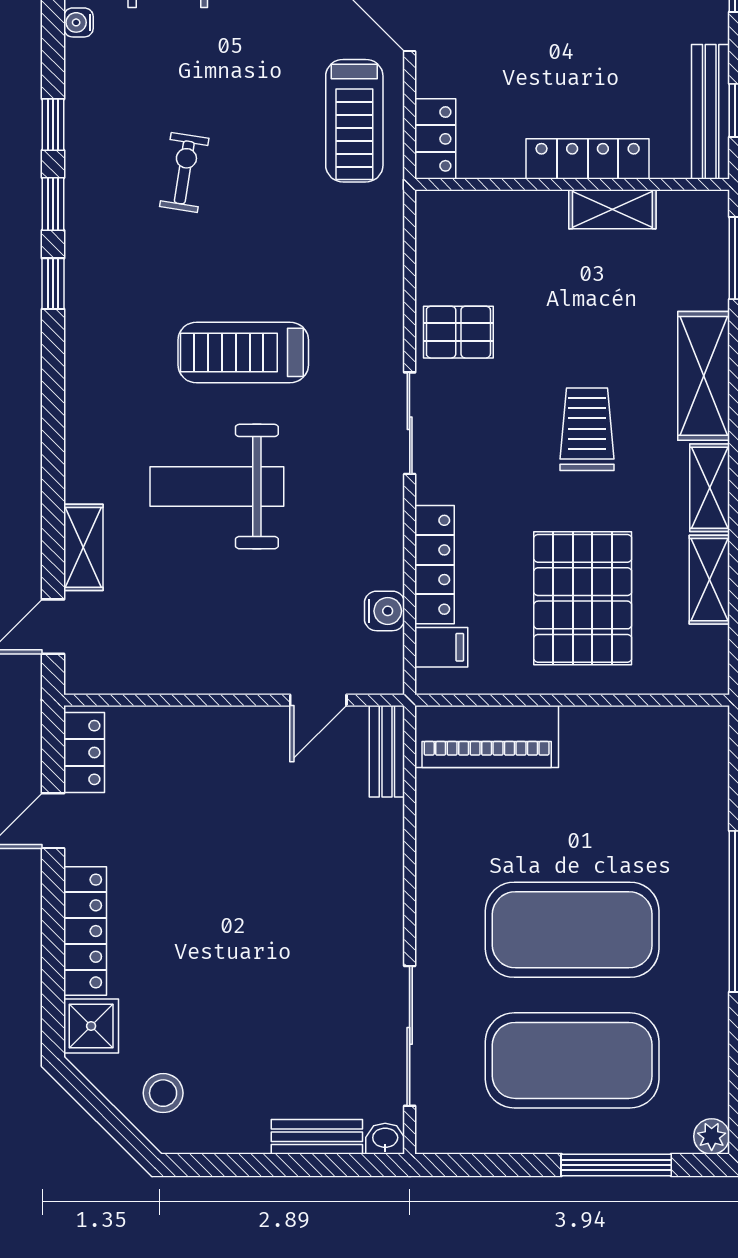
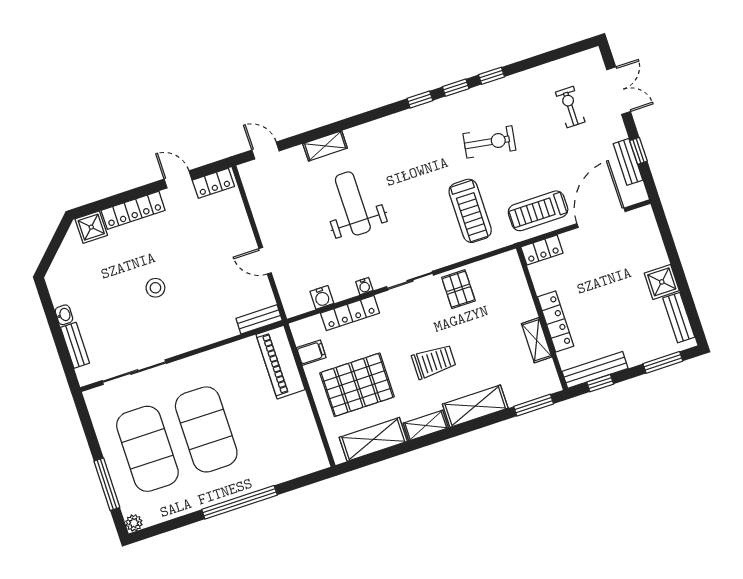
water cooler: (78, 22) -> (364, 286), moved, turned 180
exercise bike: (184, 172) -> (489, 142), width x1.38, depth x1.39
treadmill: (243, 352) -> (470, 211), moved, turned 180
shelving: (83, 547) -> (325, 146), moved
shelving: (709, 580) -> (373, 439), width x1.50, depth x1.33
filing cabinet: (441, 647) -> (311, 353), moved, turned -90
door: (318, 700) -> (265, 261), moved
stool: (163, 1093) -> (155, 288), moved
washbasin: (385, 1139) -> (64, 315), moved

